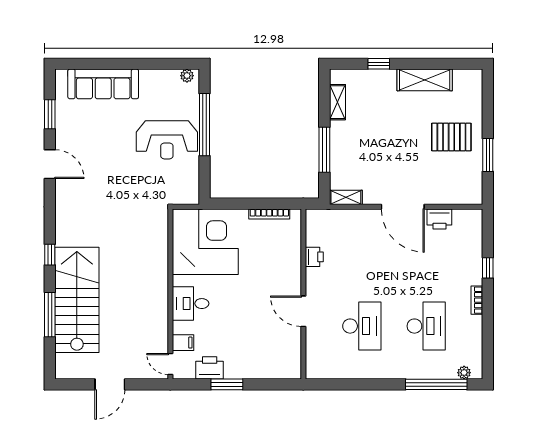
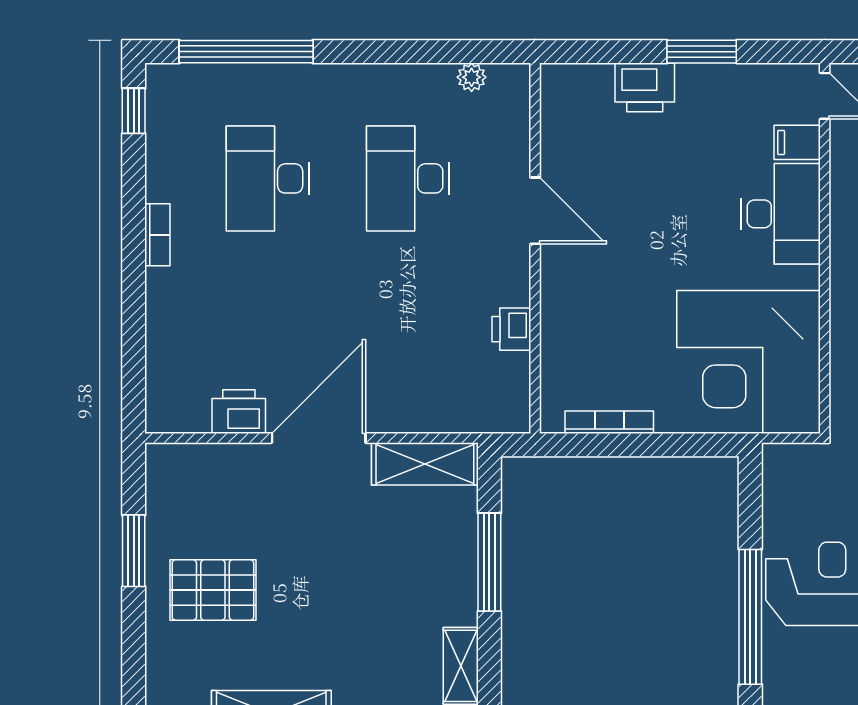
shelving: (346, 197) -> (425, 464), width x1.50, depth x1.33
door: (403, 207) -> (319, 438), hinge flipped
window: (488, 268) -> (134, 111), moved
desk: (191, 304) -> (781, 214), width x1.37
printer: (210, 368) -> (645, 87), moved
plant: (464, 373) -> (472, 77), moved

